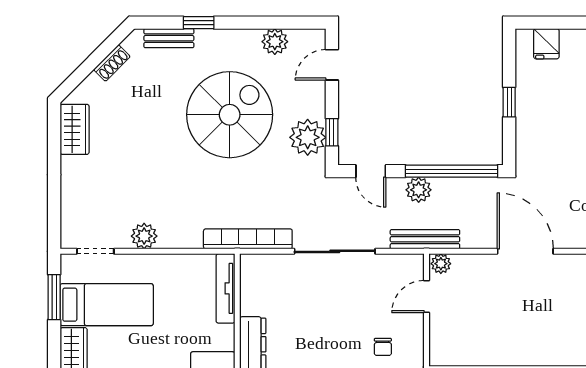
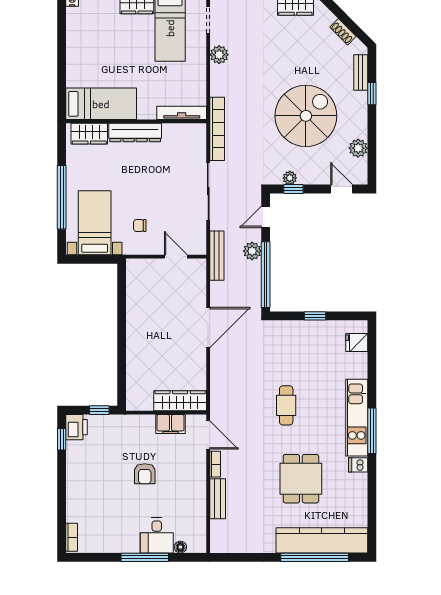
spiral stairs: (230, 115) -> (306, 116), turned -90
plant: (308, 137) -> (290, 178), width x0.53, depth x0.53
plant: (441, 264) -> (199, 267), removed

